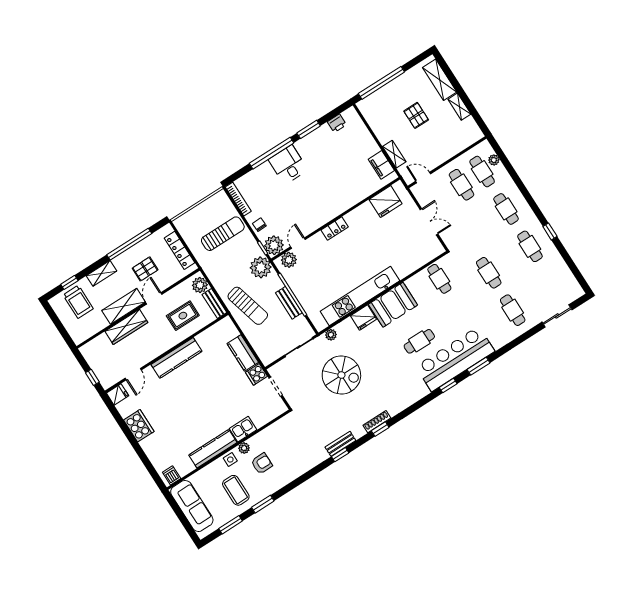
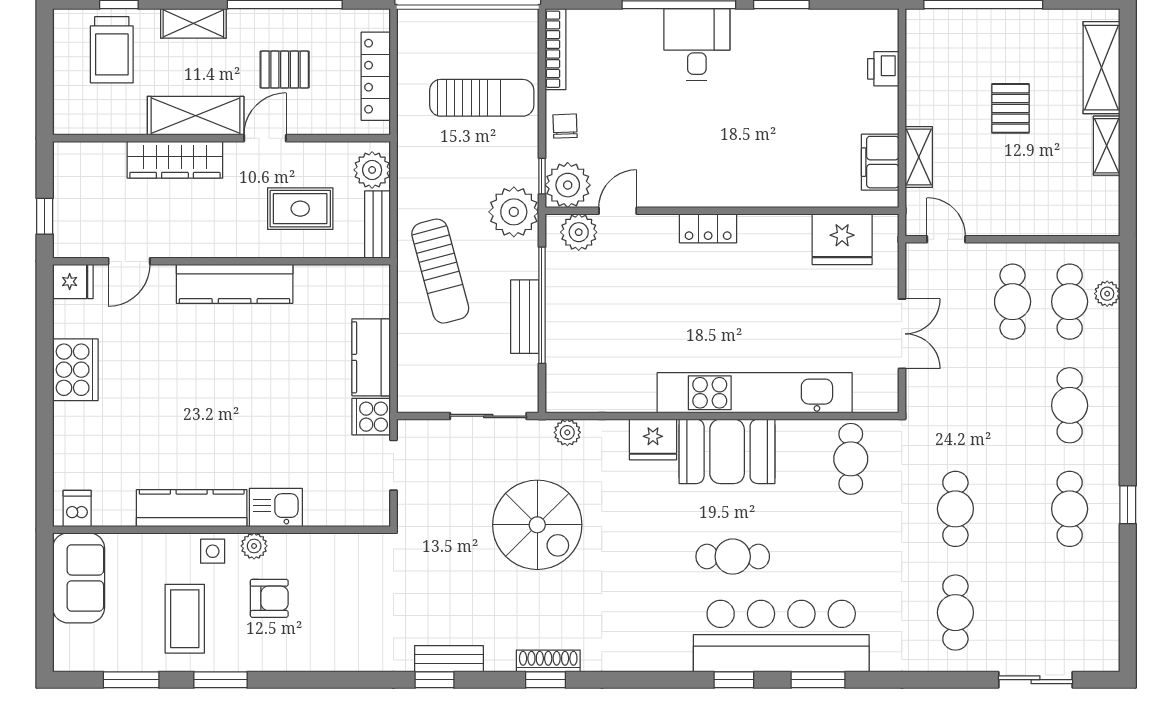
printer: (337, 123) -> (883, 69), moved, turned 90
kitchen unit: (360, 296) -> (755, 393), moved
sofa: (192, 506) -> (79, 578), width x0.73

